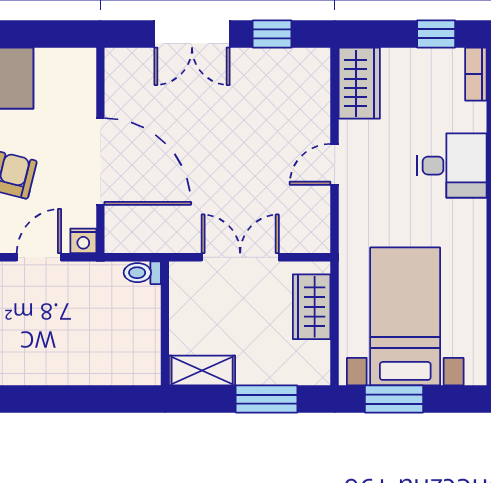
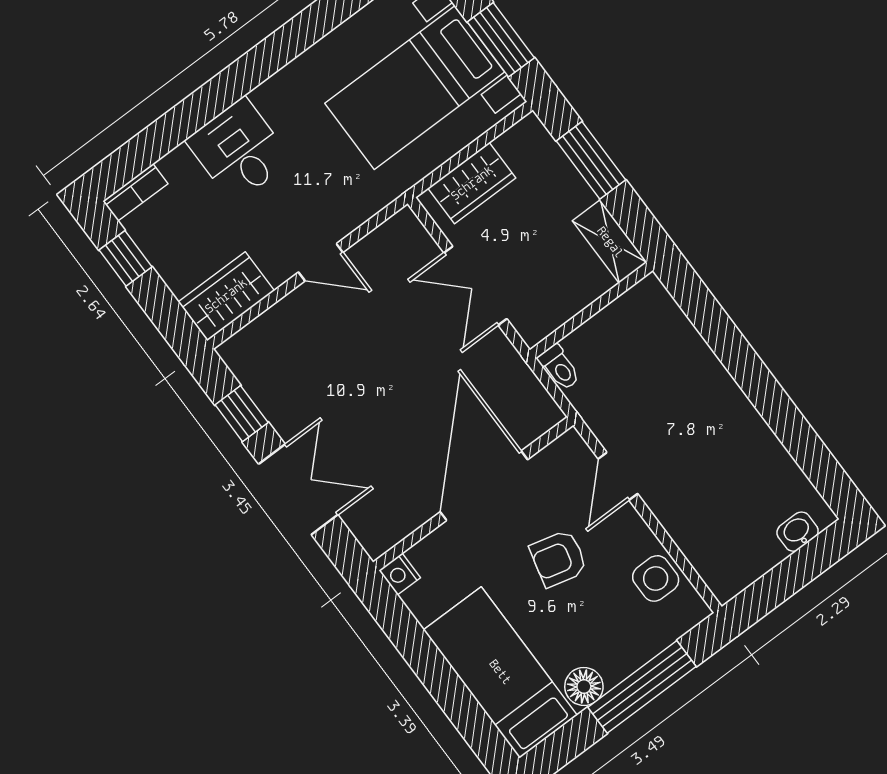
nightstand: (83, 241) -> (400, 574), moved, turned 180
door: (39, 257) -> (618, 476), hinge flipped

